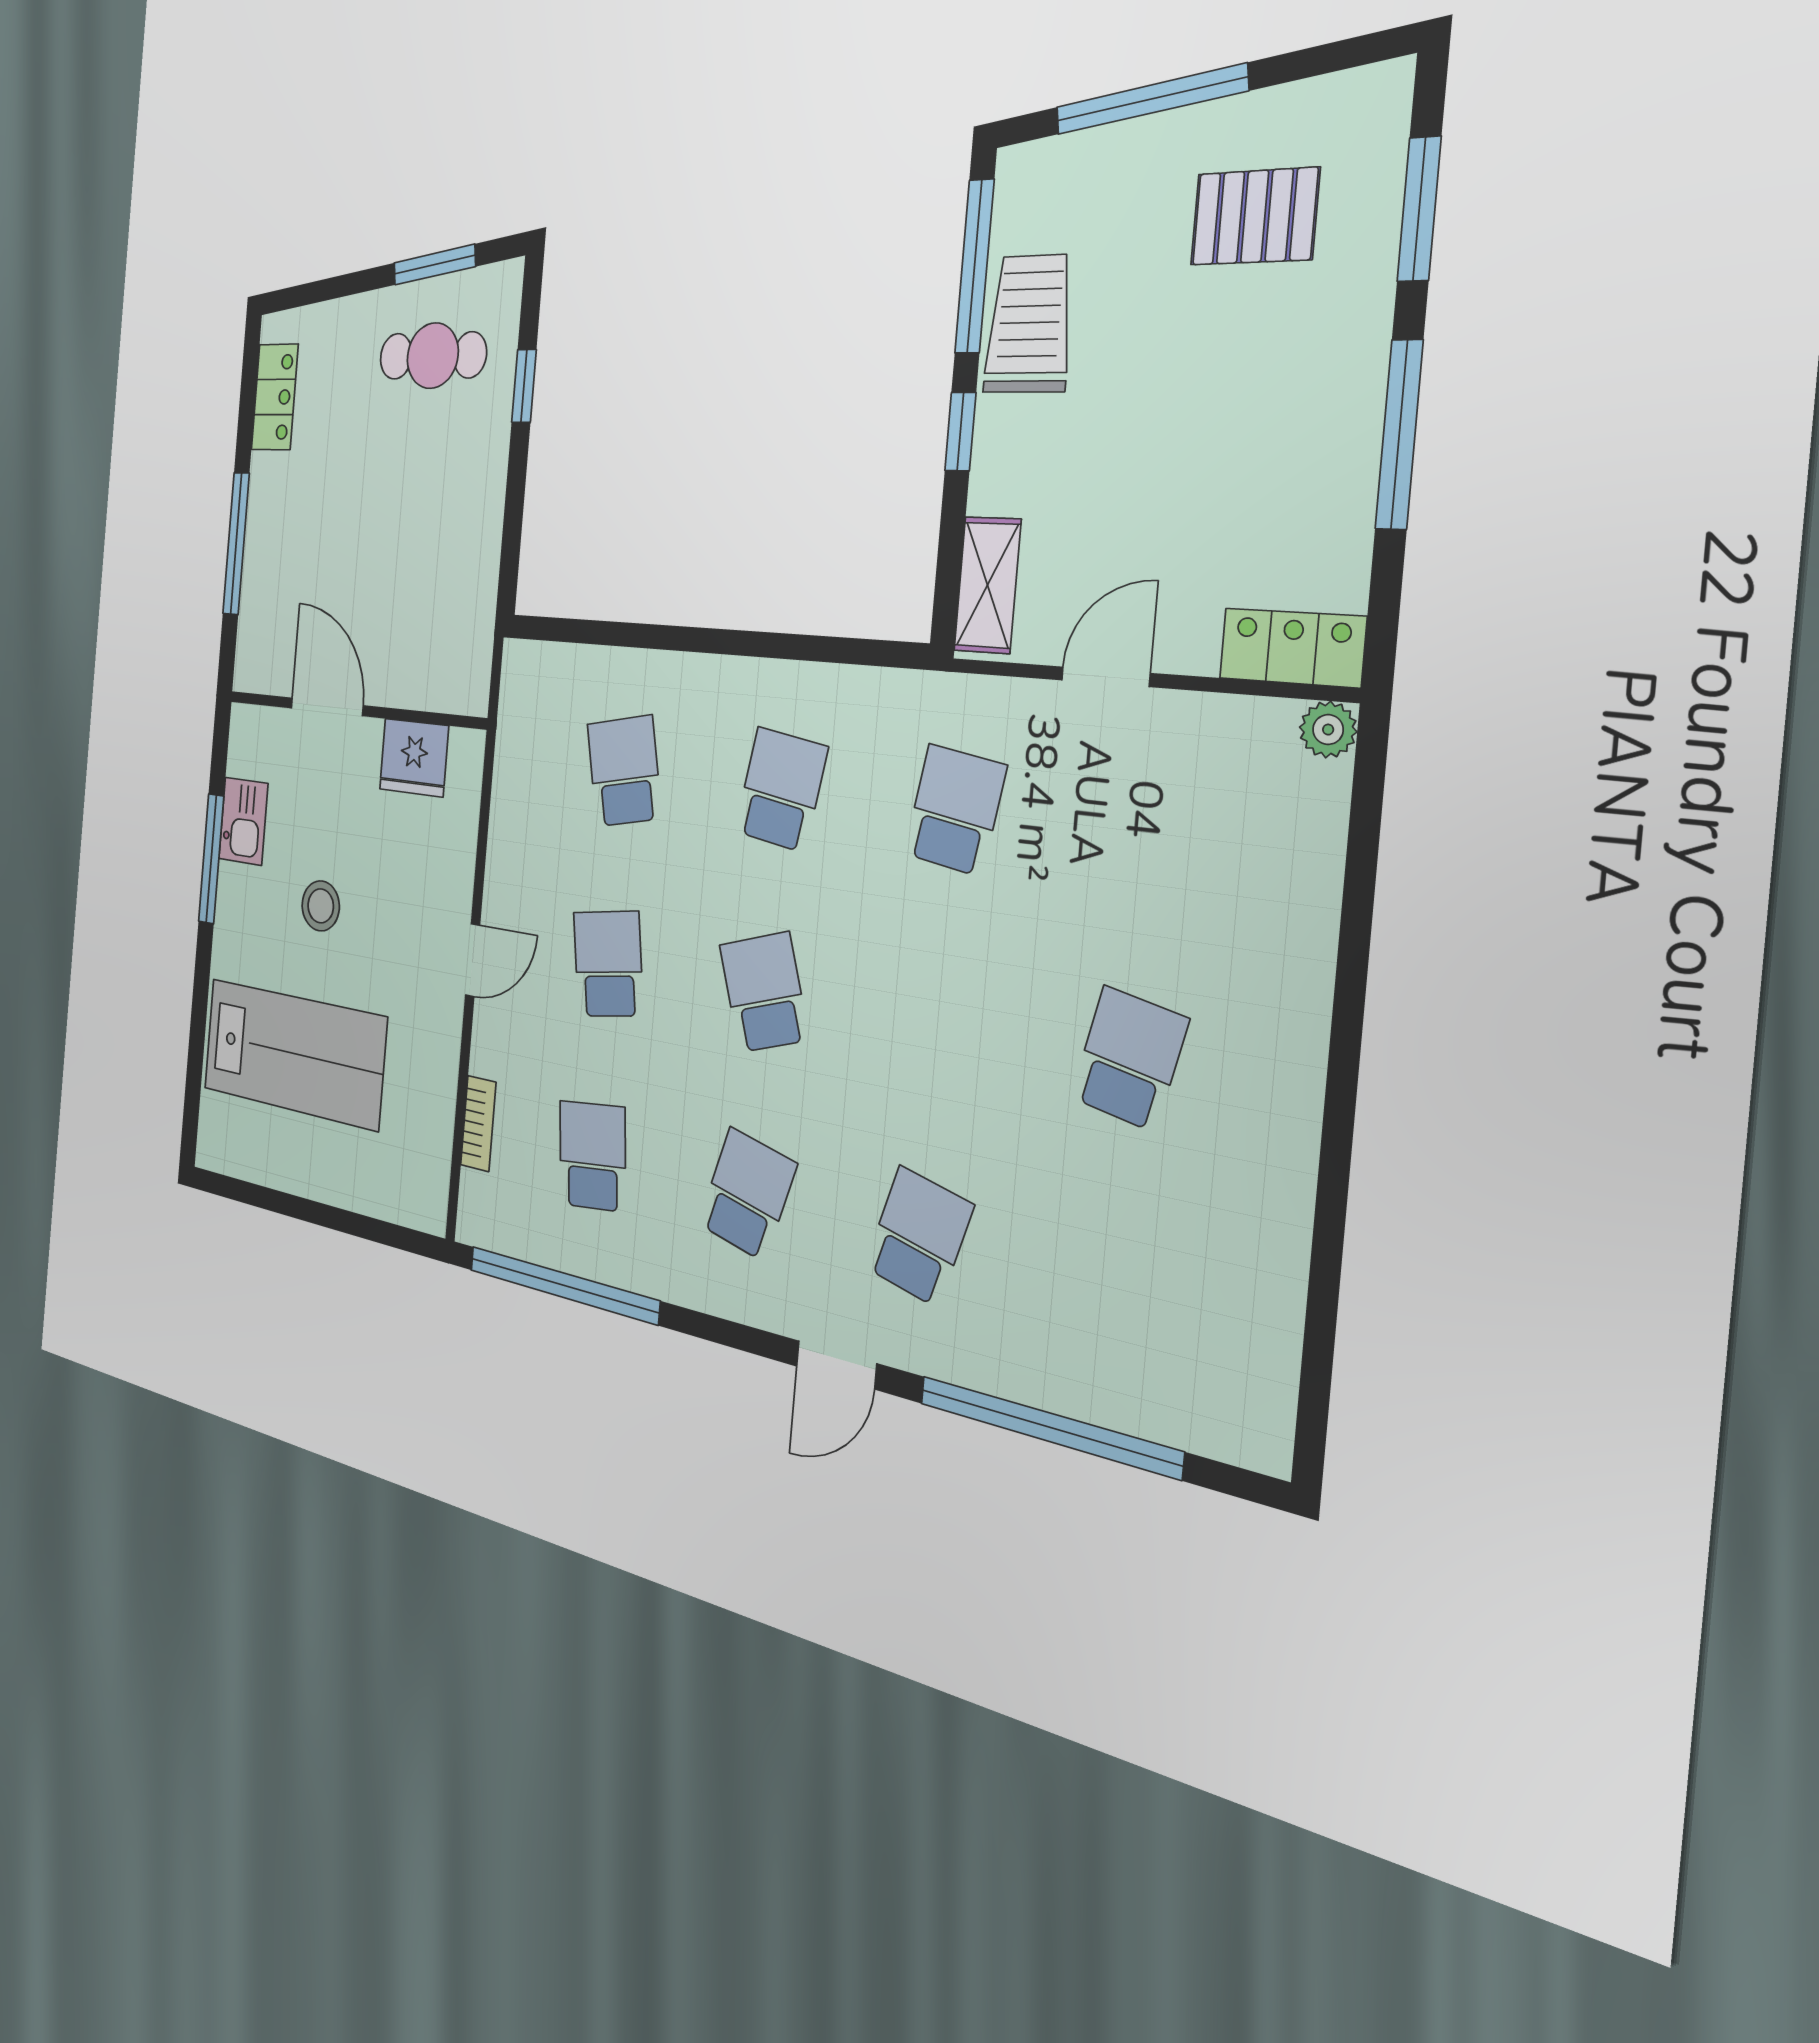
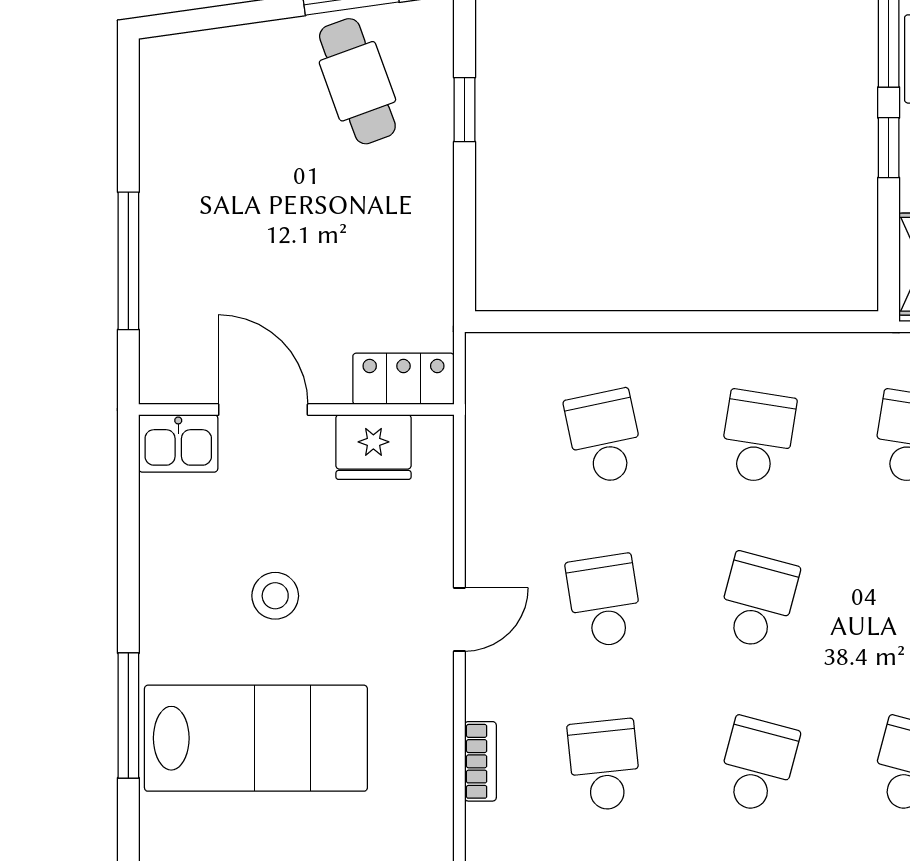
cafe table: (433, 356) -> (357, 81), turned 70
locker: (275, 397) -> (403, 379), moved, turned -90
kitchen sink: (243, 821) -> (178, 443), moved, turned 90
window: (211, 859) -> (128, 716), moved
school desk: (764, 992) -> (758, 601), turned 33

